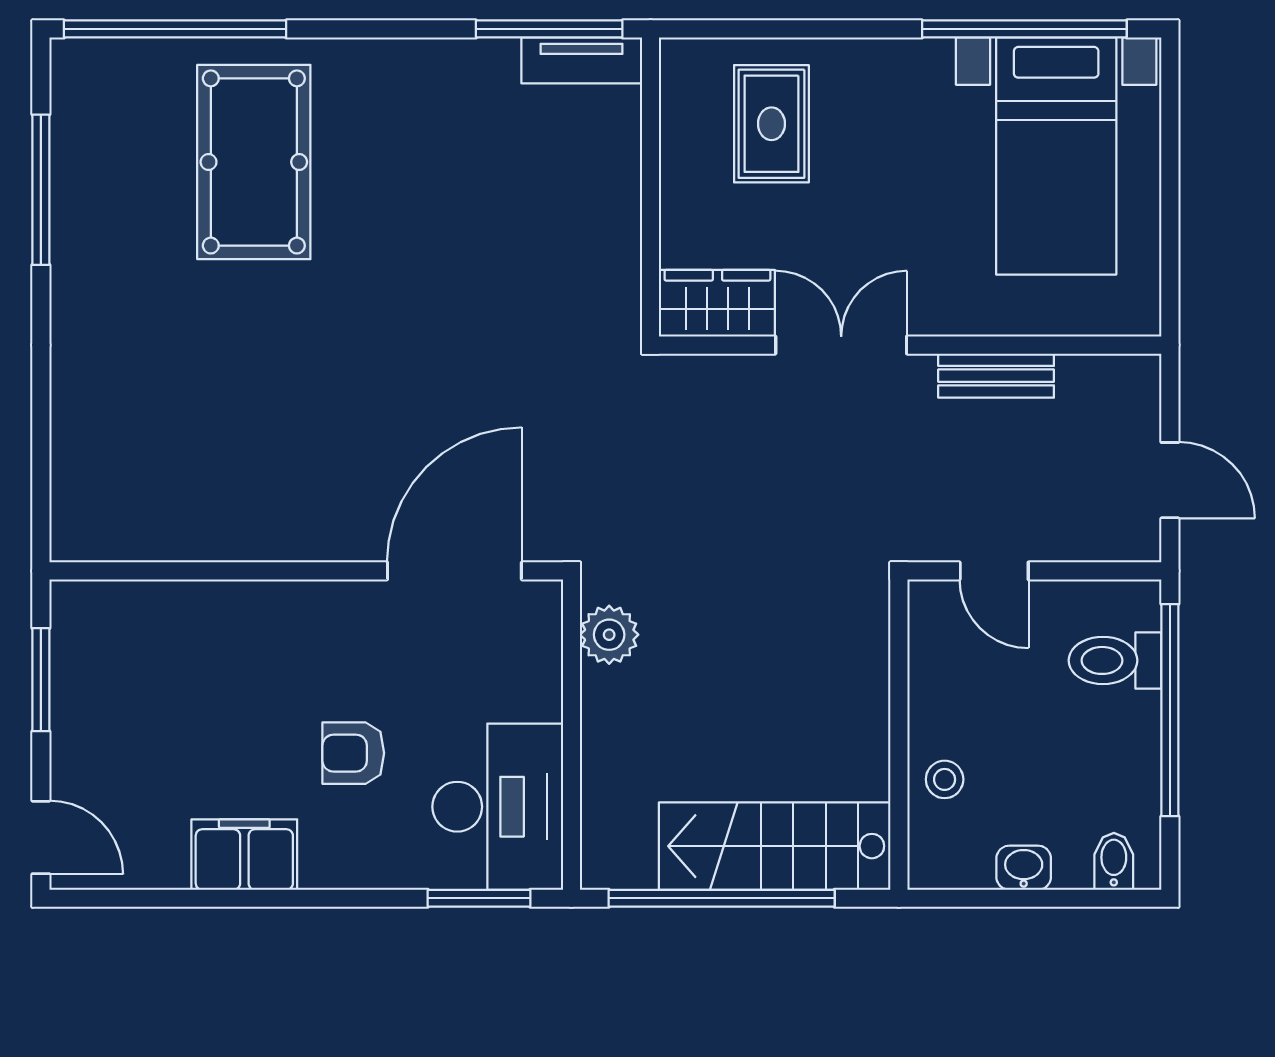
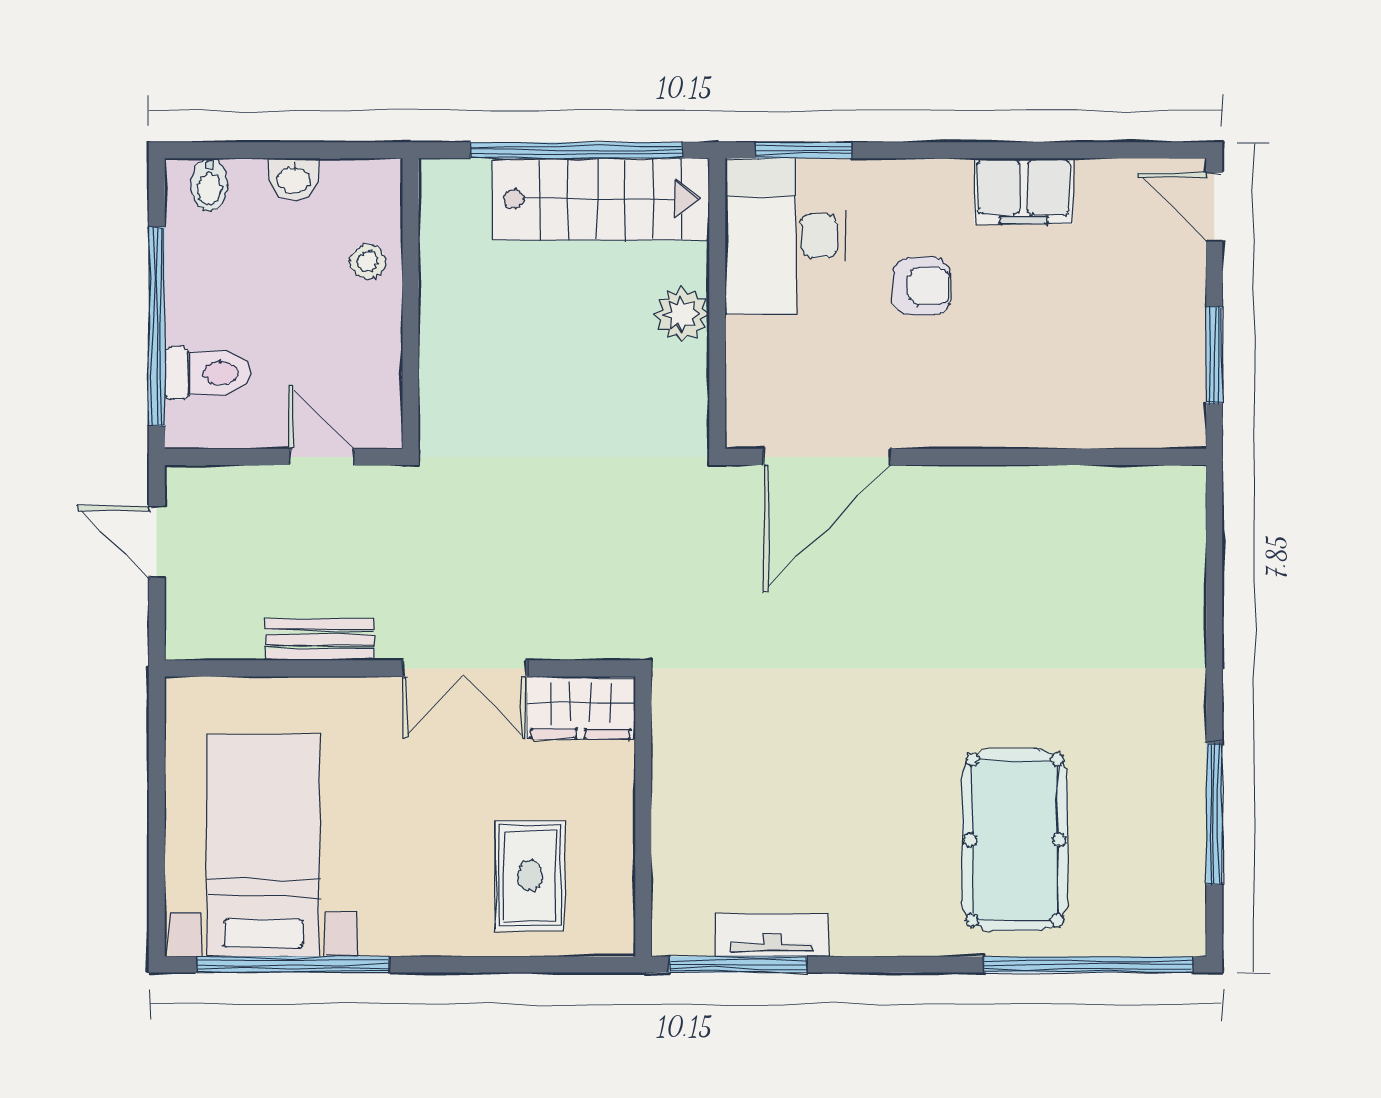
tv unit: (581, 60) -> (772, 935), moved
plant: (609, 635) -> (682, 314), moved
stairs: (775, 846) -> (601, 199), moved

